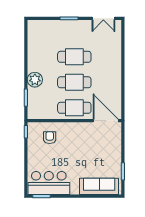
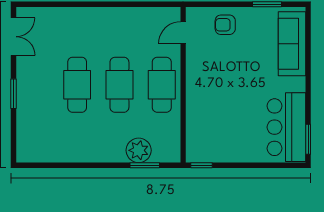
plant: (35, 80) -> (139, 150), moved
door: (106, 121) -> (183, 33), width x0.53
armchair: (50, 138) -> (225, 25), moved

